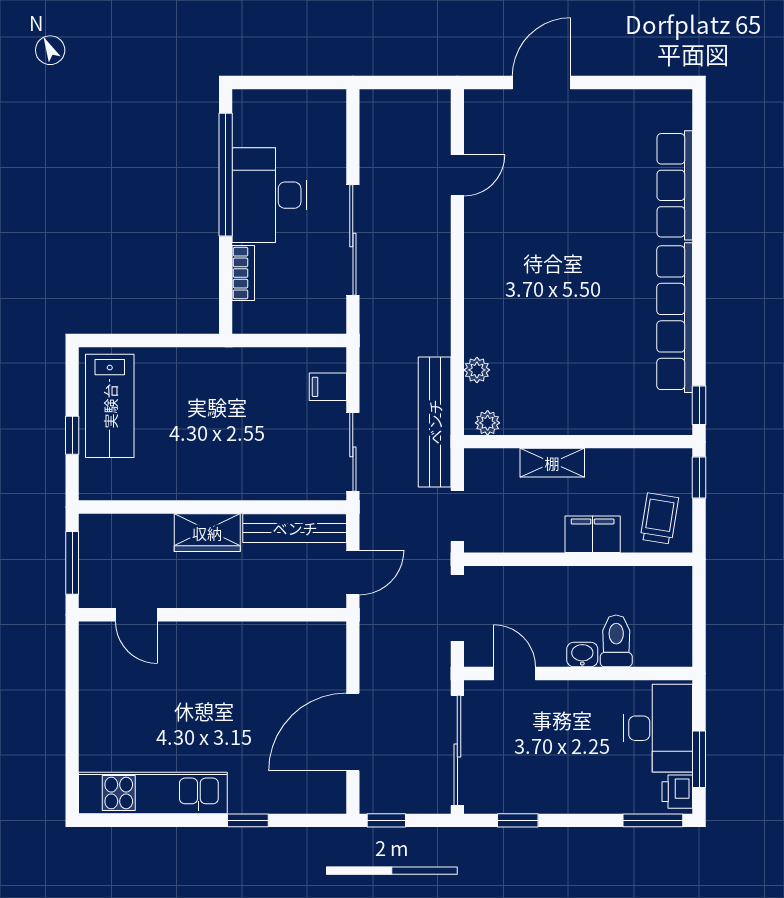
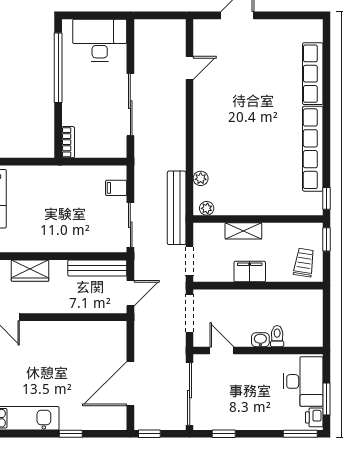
desk: (269, 195) -> (100, 40), moved, turned 90
bookcase: (243, 273) -> (68, 142), moved
wardrobe: (207, 533) -> (30, 271), moved
filing cabinet: (593, 534) -> (250, 272), moved
toilet: (616, 641) -> (277, 336), width x0.73, depth x0.72

